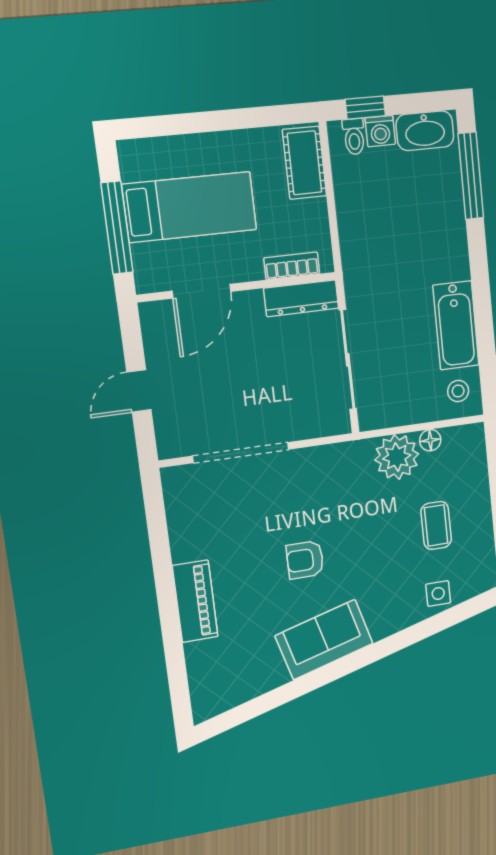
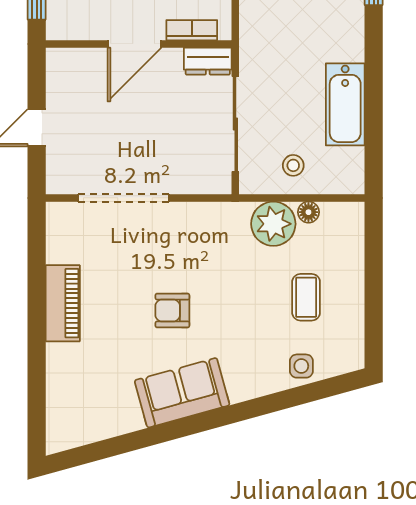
door: (201, 291) -> (135, 44), moved
dresser: (301, 298) -> (208, 61), width x0.70
stool: (458, 391) -> (293, 165), moved
piano: (195, 601) -> (63, 303), moved

